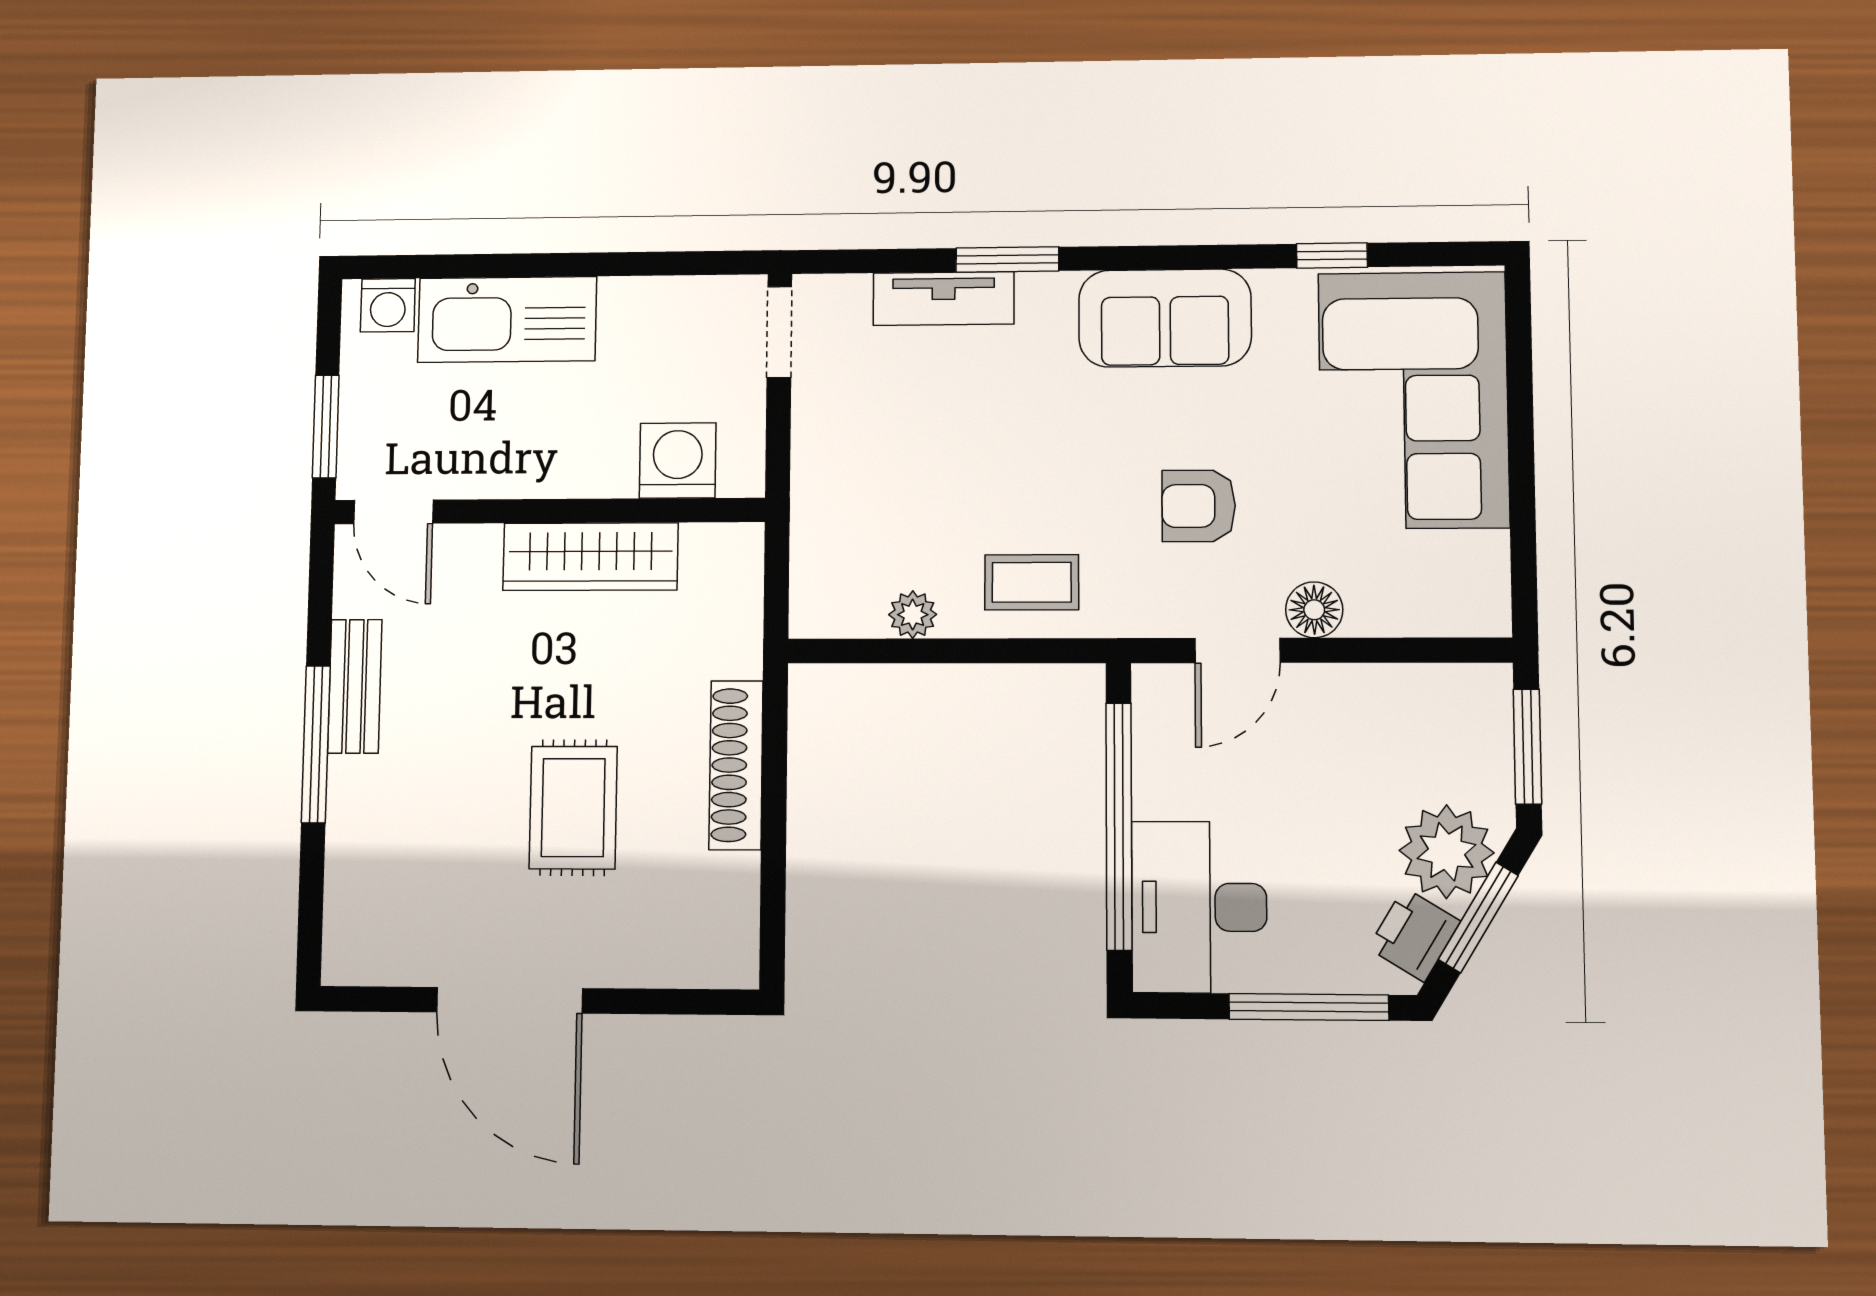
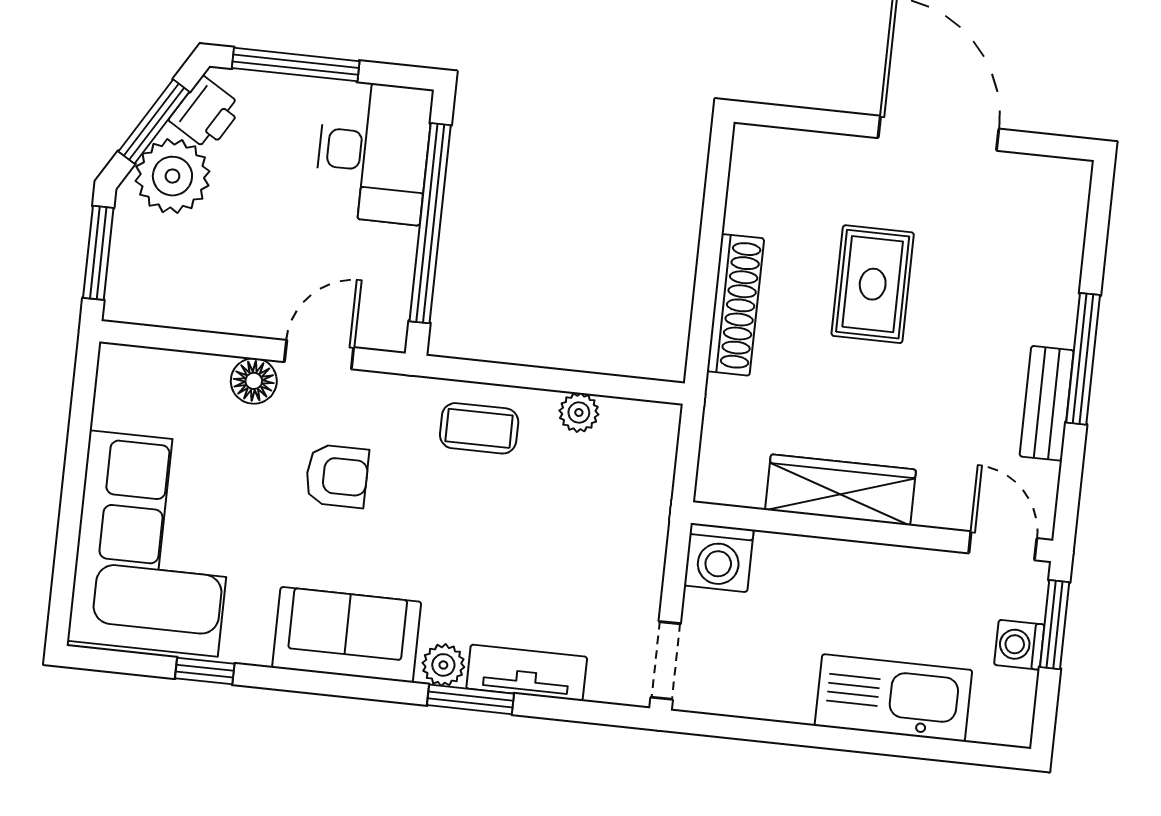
plant: (1044, 296) -> (443, 665), added
washing machine: (388, 305) -> (1019, 645), moved, turned -90
washing machine: (678, 461) -> (719, 558), moved

